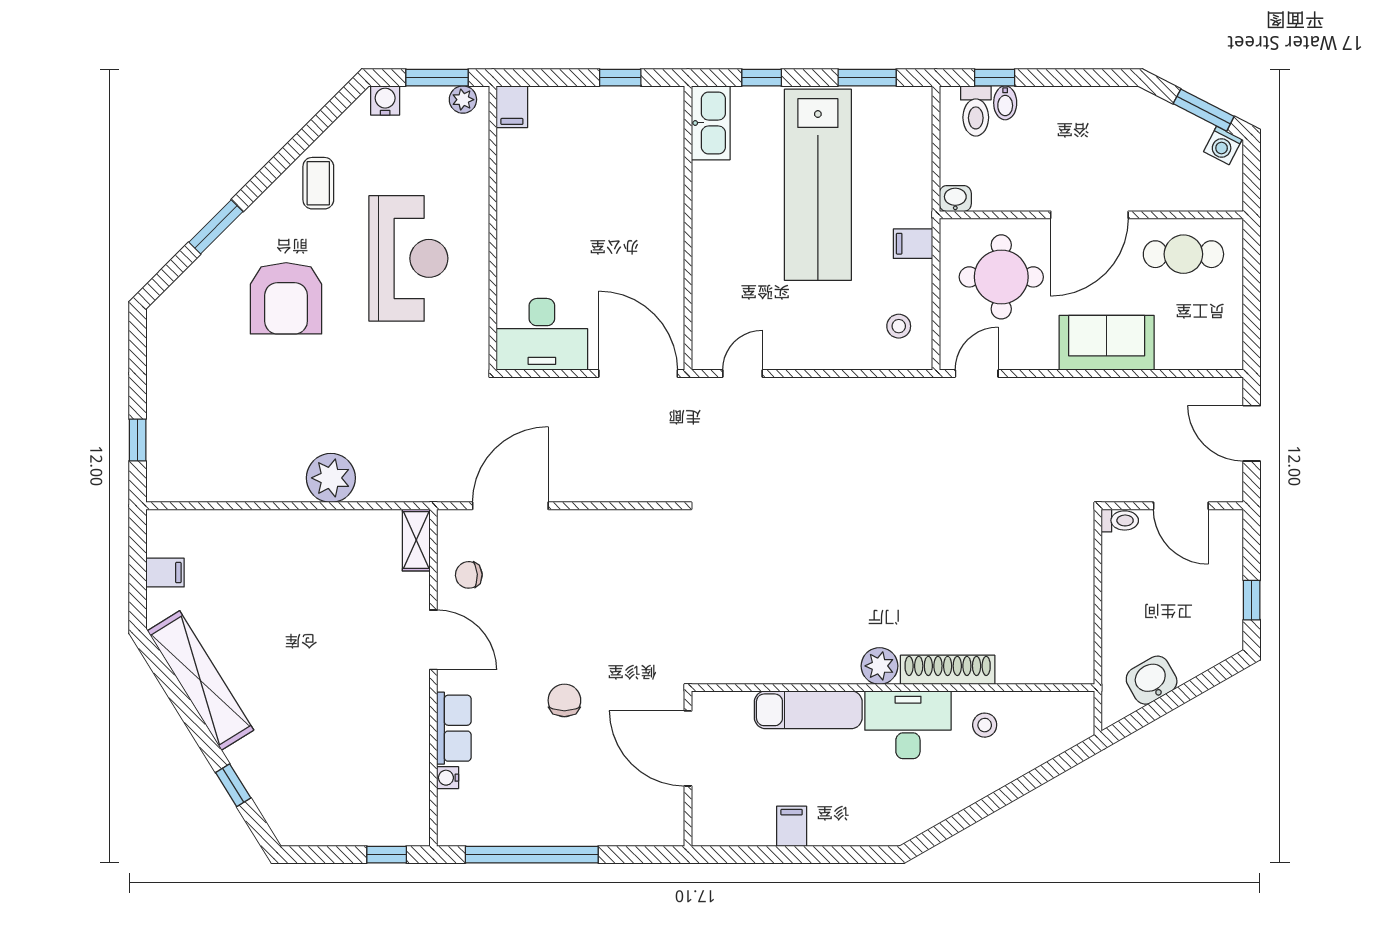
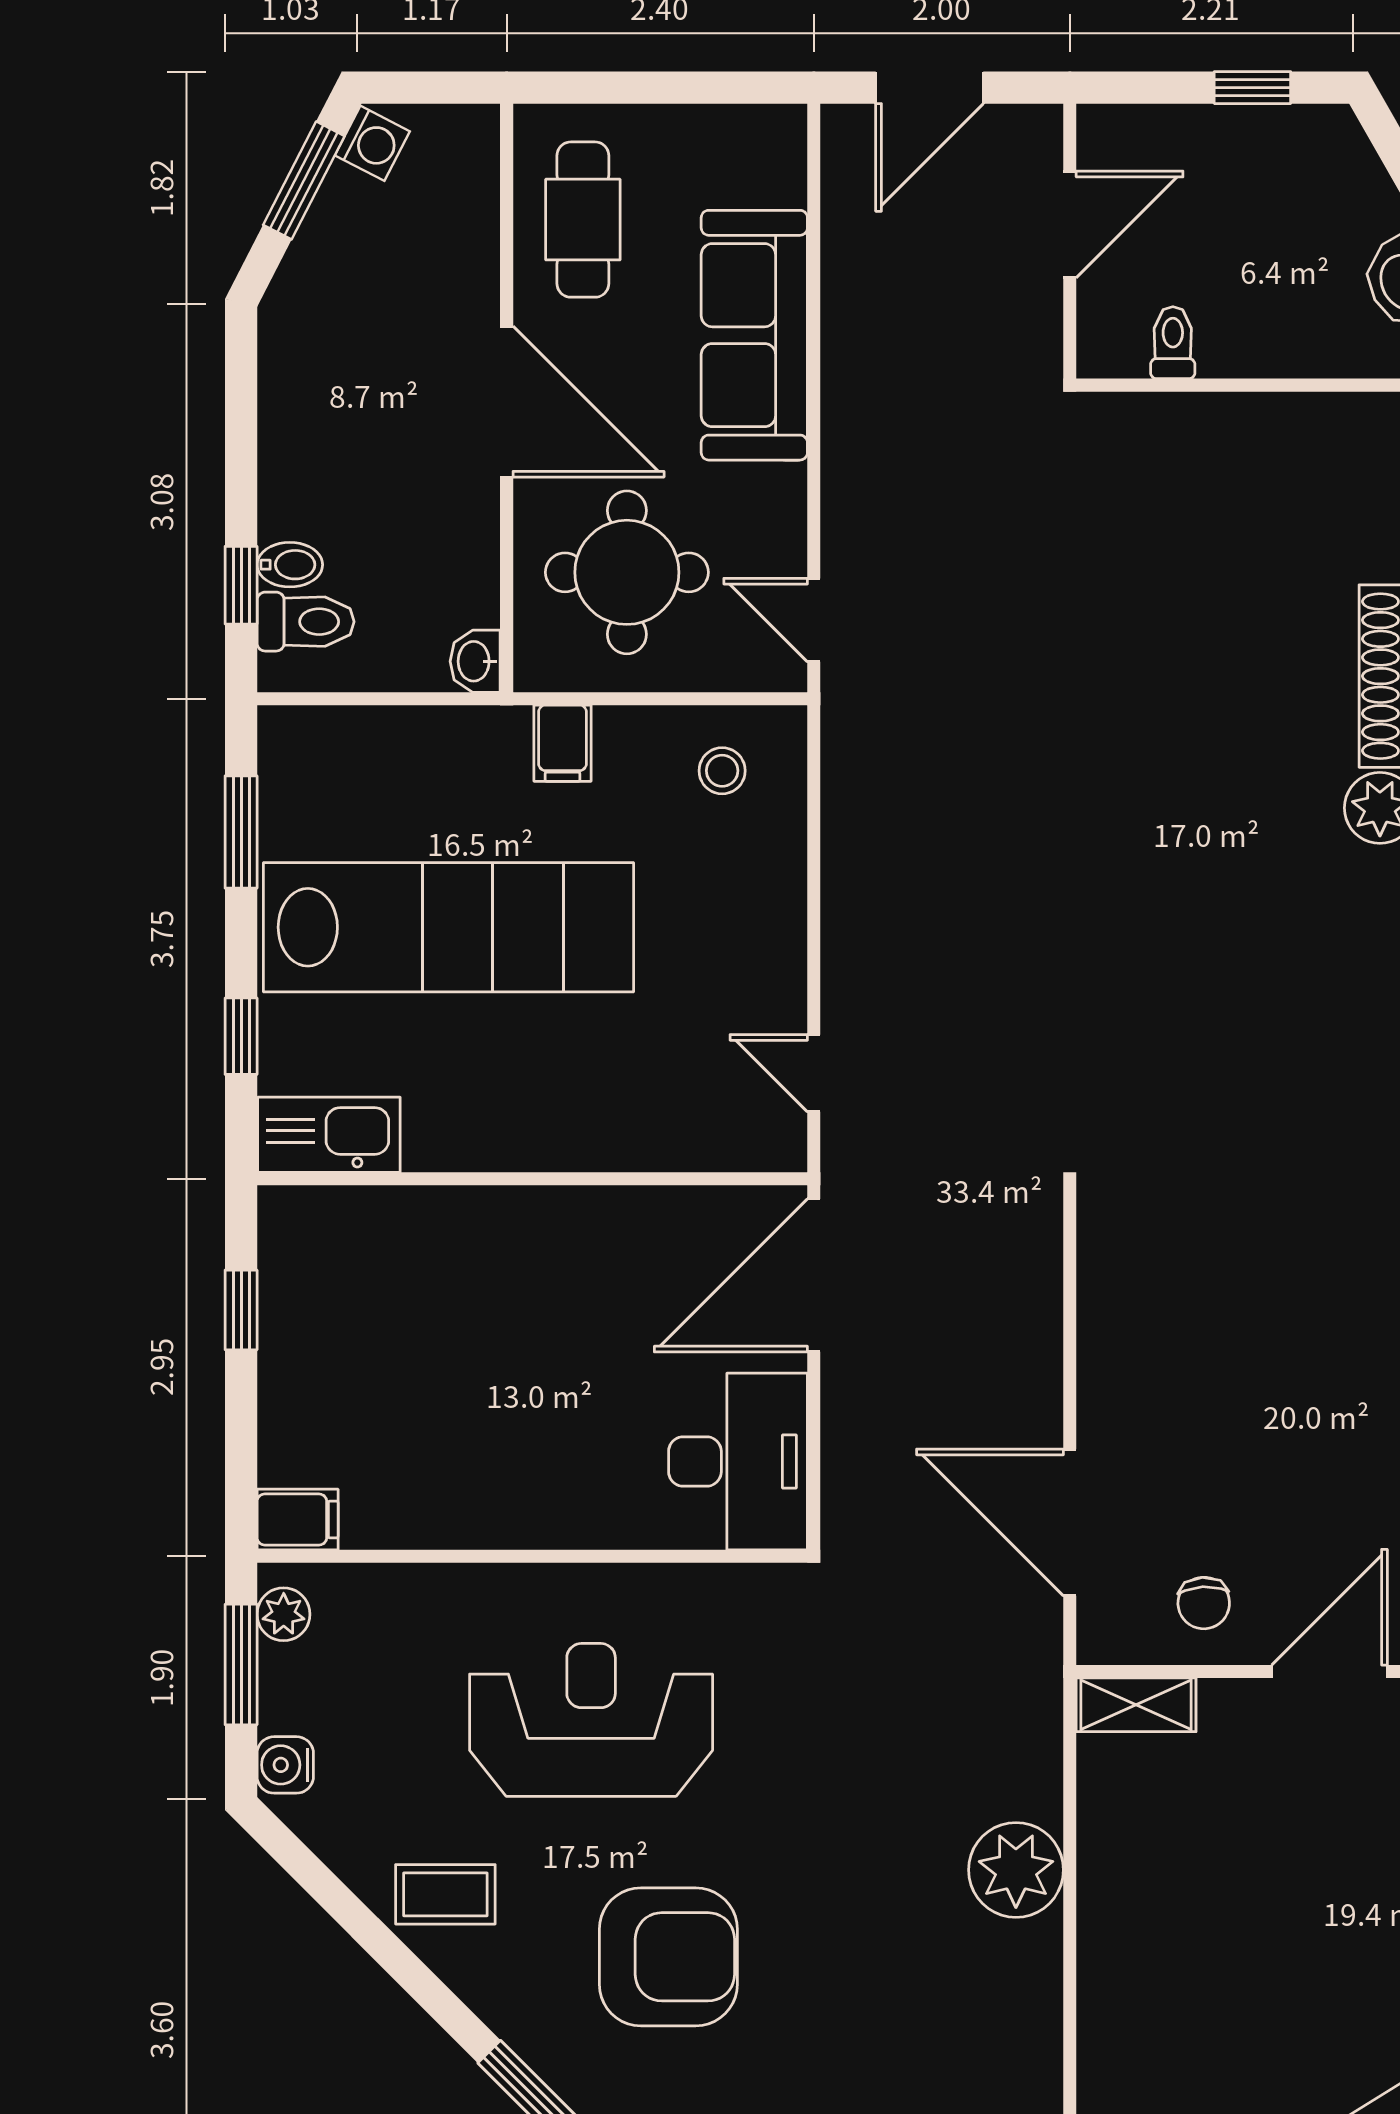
sofa: (1107, 343) -> (754, 335), width x1.36
toilet: (1120, 520) -> (1173, 343), moved

